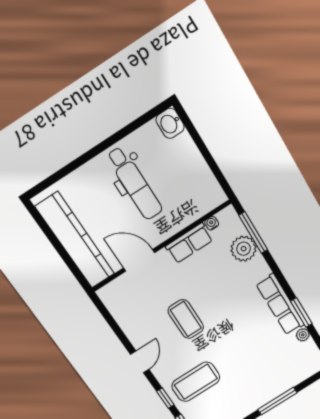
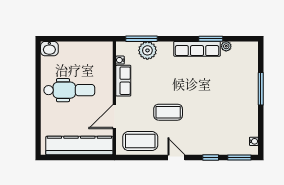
coffee table: (196, 382) -> (140, 141), moved, turned 90

